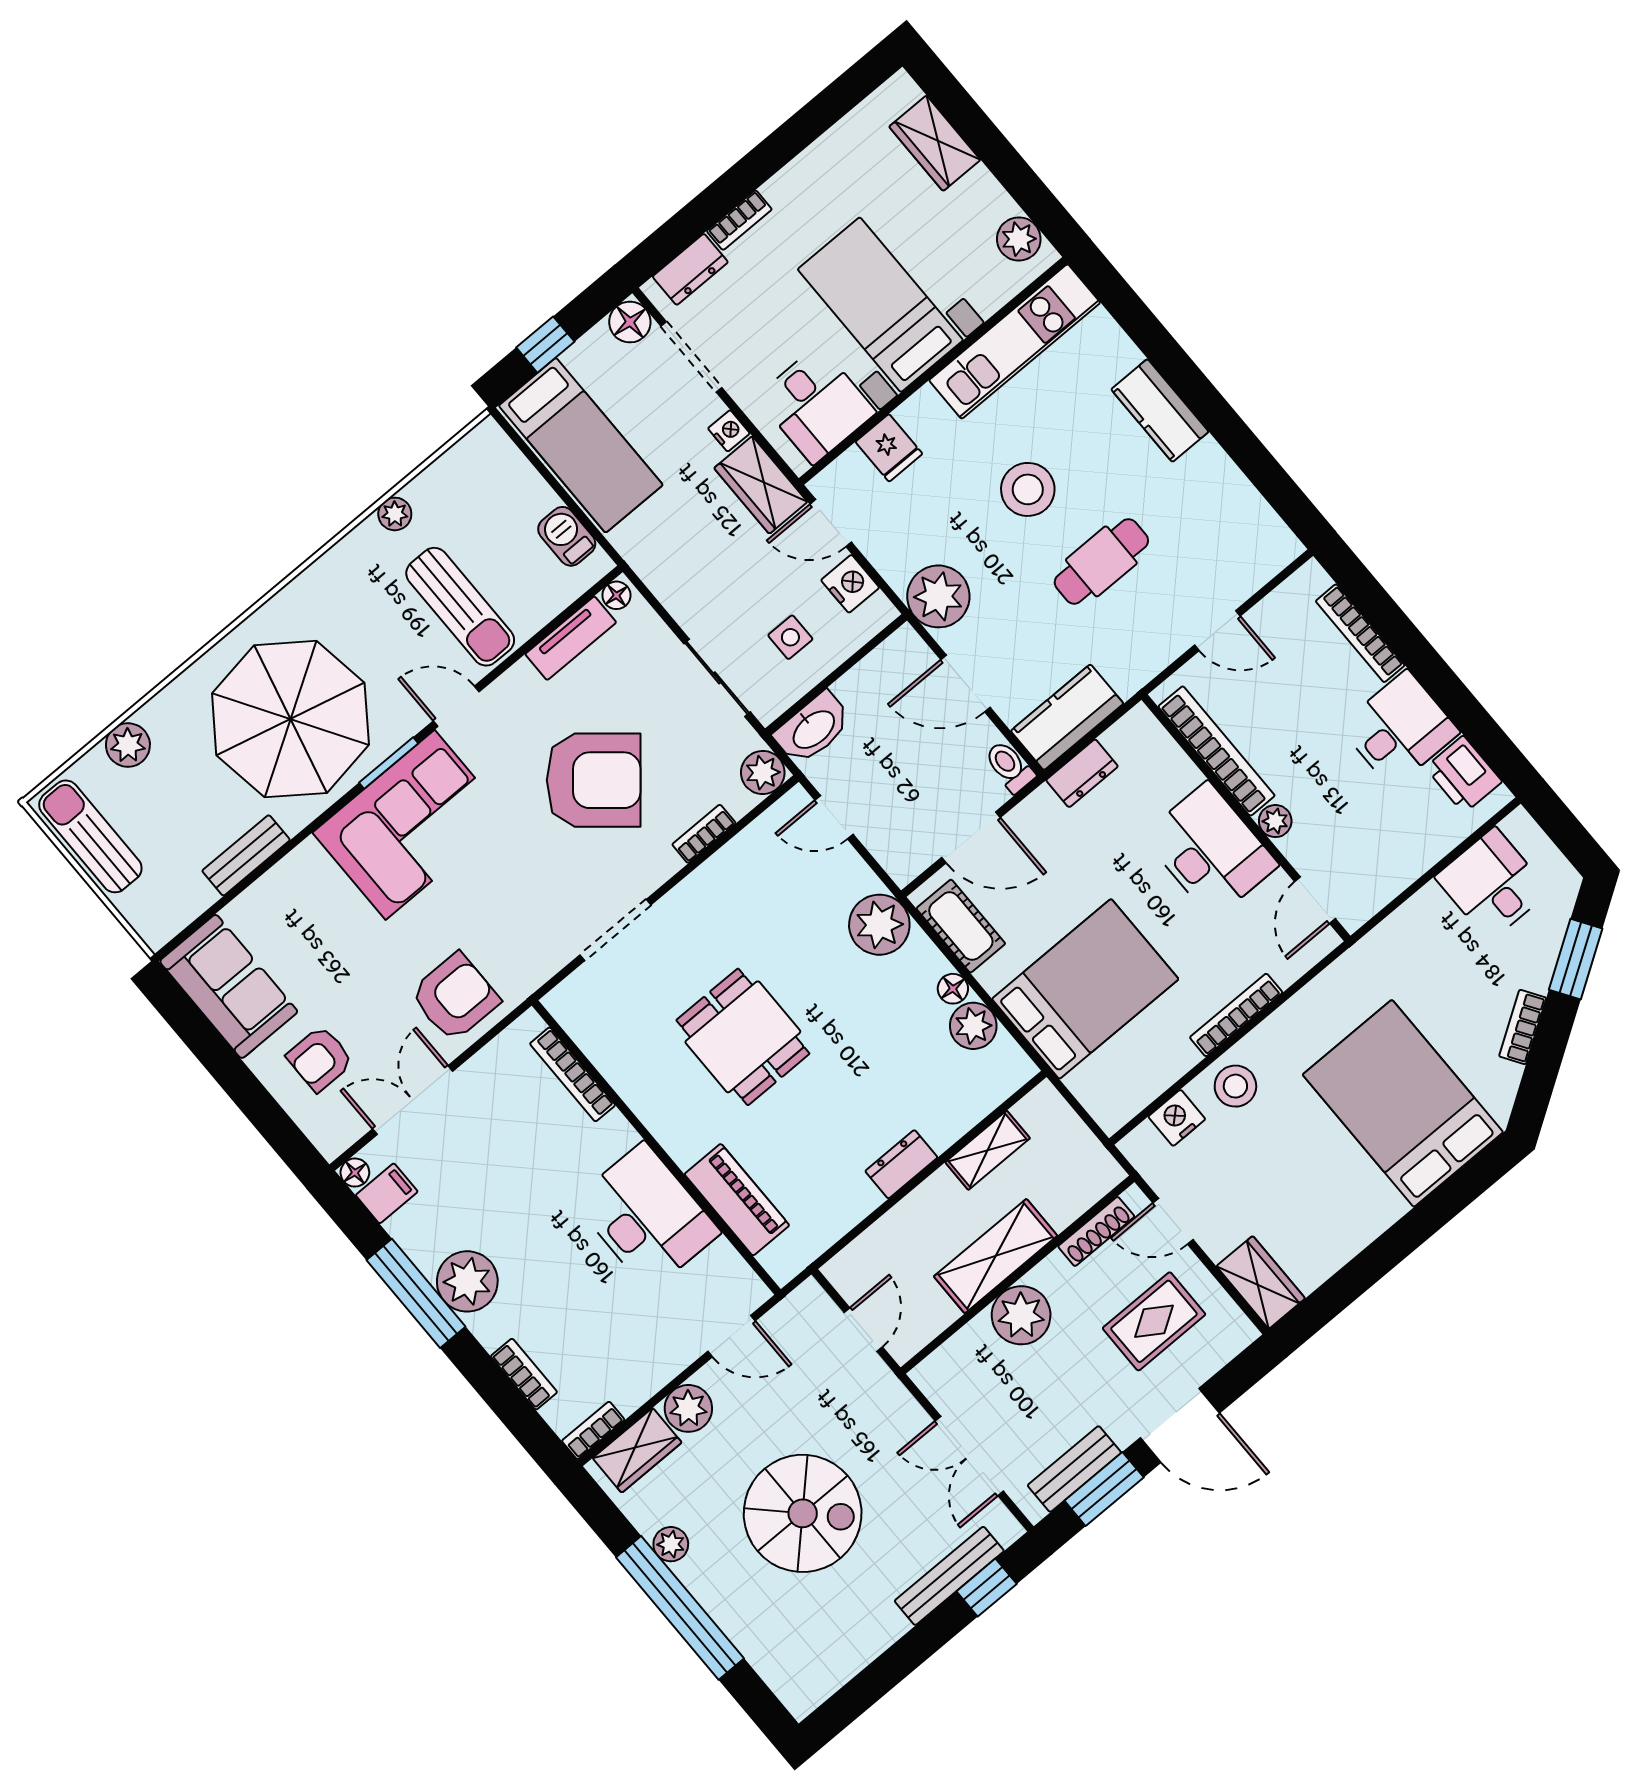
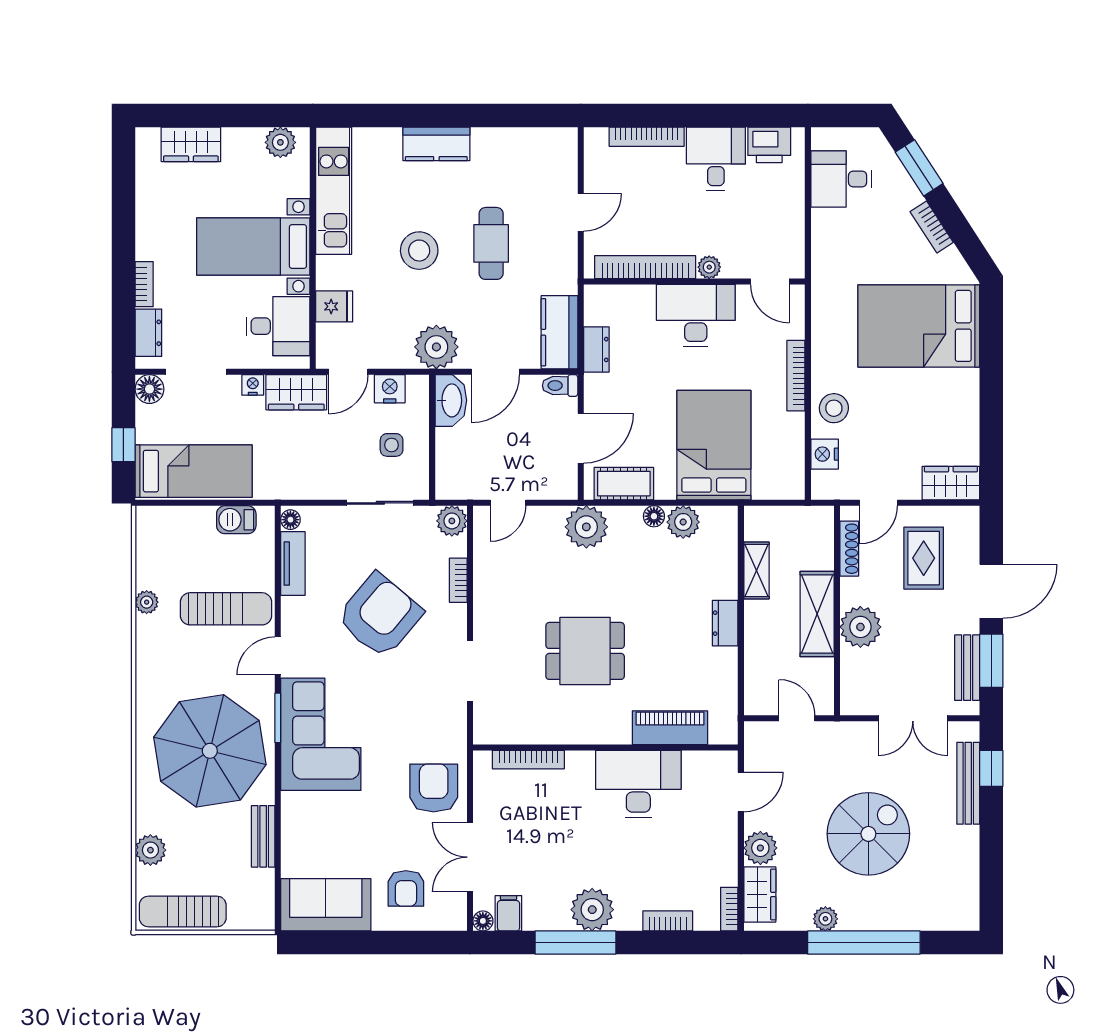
washbasin: (813, 729) -> (451, 400), moved

